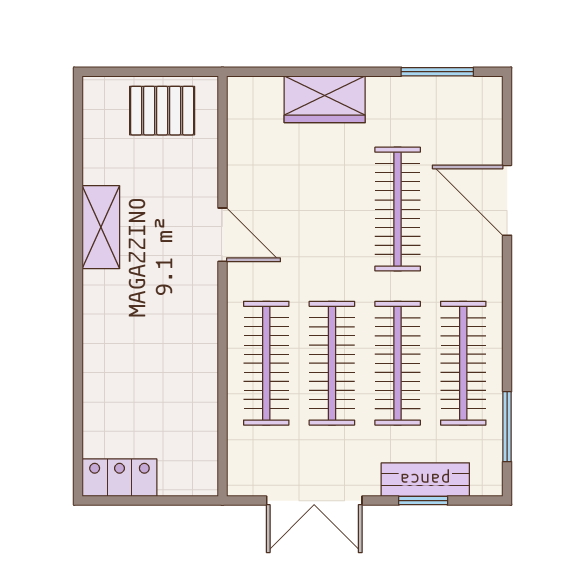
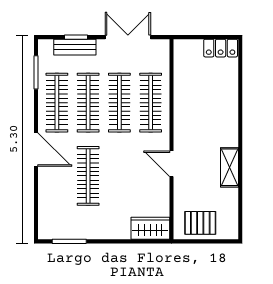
wardrobe: (325, 99) -> (150, 228), moved
door: (507, 200) -> (36, 150), moved

